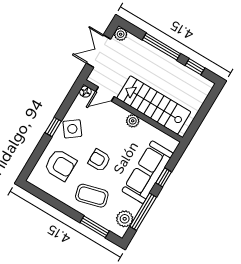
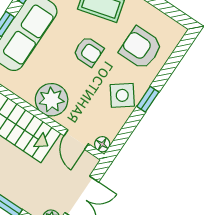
door: (105, 94) -> (76, 140), swing flipped
plant: (133, 121) -> (52, 100), width x1.87, depth x1.87

